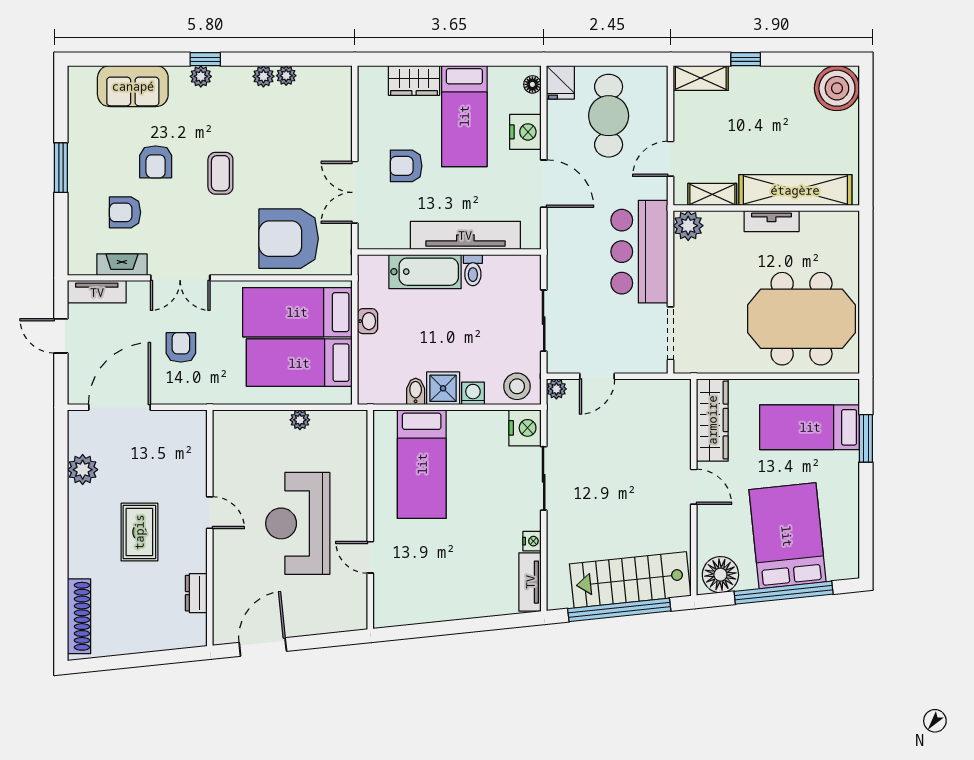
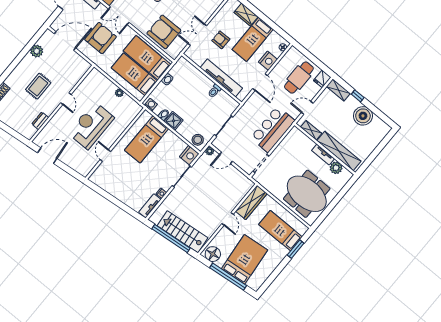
fridge: (560, 82) -> (322, 79), moved
boiler: (837, 88) -> (363, 116), moved
plant: (688, 226) -> (336, 168), moved
bathtub: (425, 272) -> (199, 79), removed
armchair: (181, 347) -> (101, 38), width x1.88, depth x1.88
washing machine: (473, 393) -> (151, 105), moved

